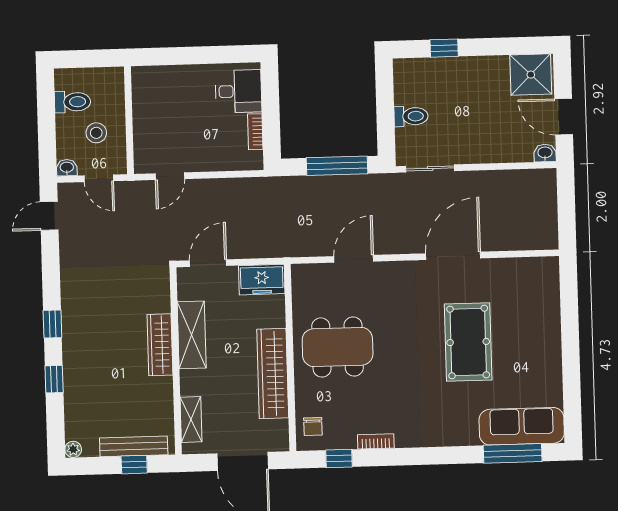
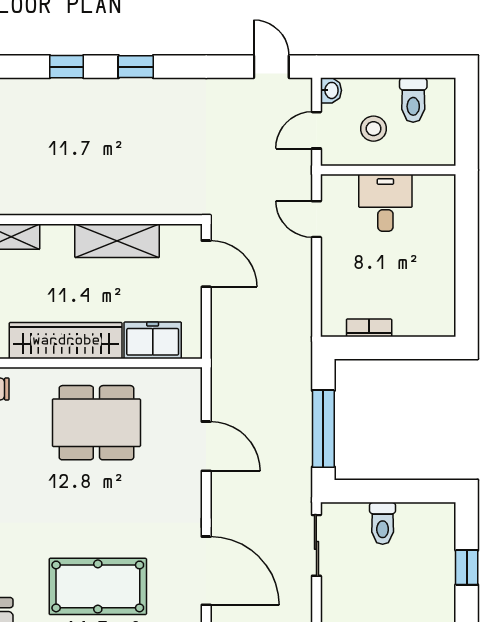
desk: (238, 91) -> (385, 203), moved, turned 180
freezer: (262, 280) -> (153, 340), moved, turned 90
wardrobe: (160, 345) -> (106, 201), removed
dining table: (338, 347) -> (96, 423), turned 90

